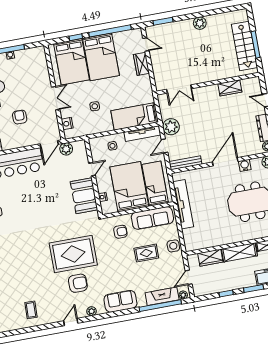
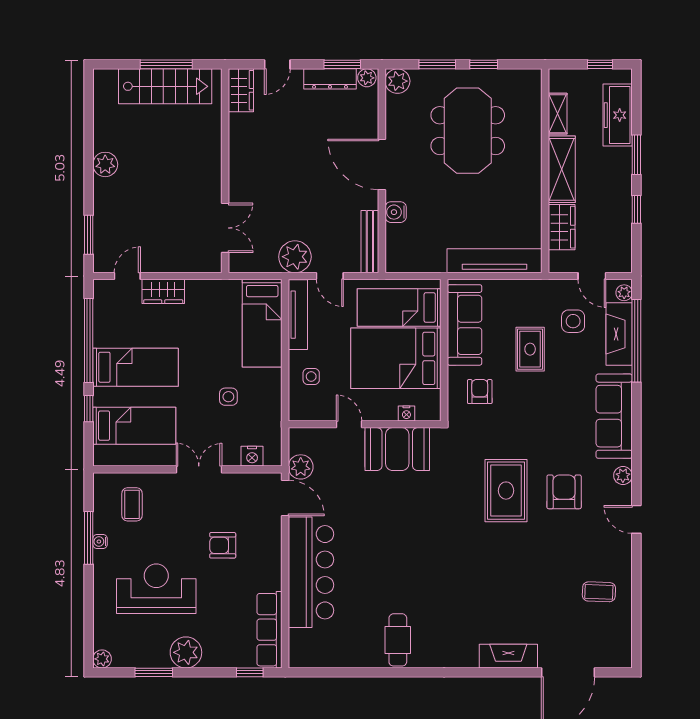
bed: (101, 57) -> (136, 367), width x0.67
bed: (72, 62) -> (134, 426), width x0.67
coffee table: (32, 68) -> (132, 504), added
wardrobe: (230, 88) -> (241, 90), moved
water cooler: (245, 165) -> (396, 212), moved
tv unit: (183, 204) -> (494, 261), moved
side table: (173, 246) -> (573, 321), moved
rug: (73, 254) -> (506, 491), width x0.73, depth x0.69
sofa: (120, 301) -> (614, 416), width x1.36

